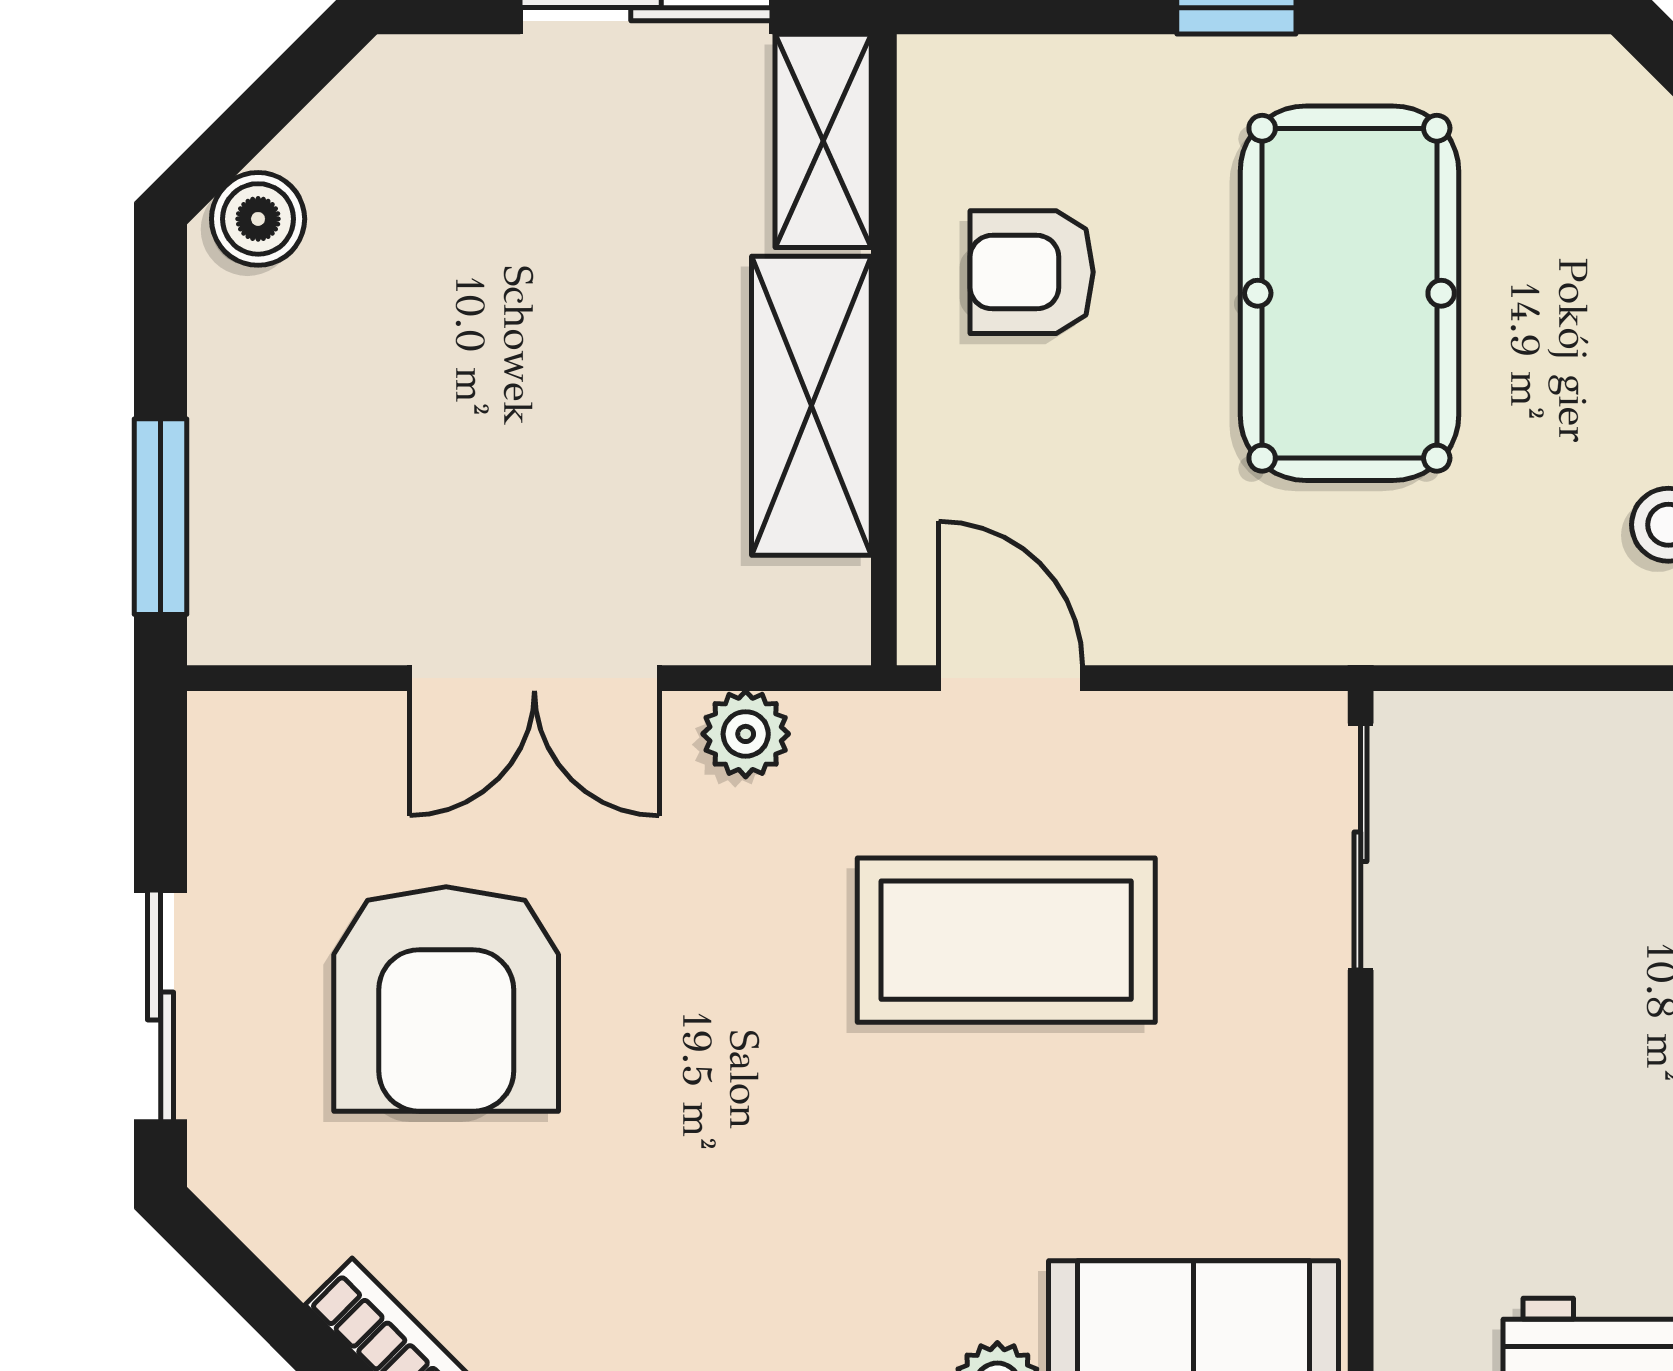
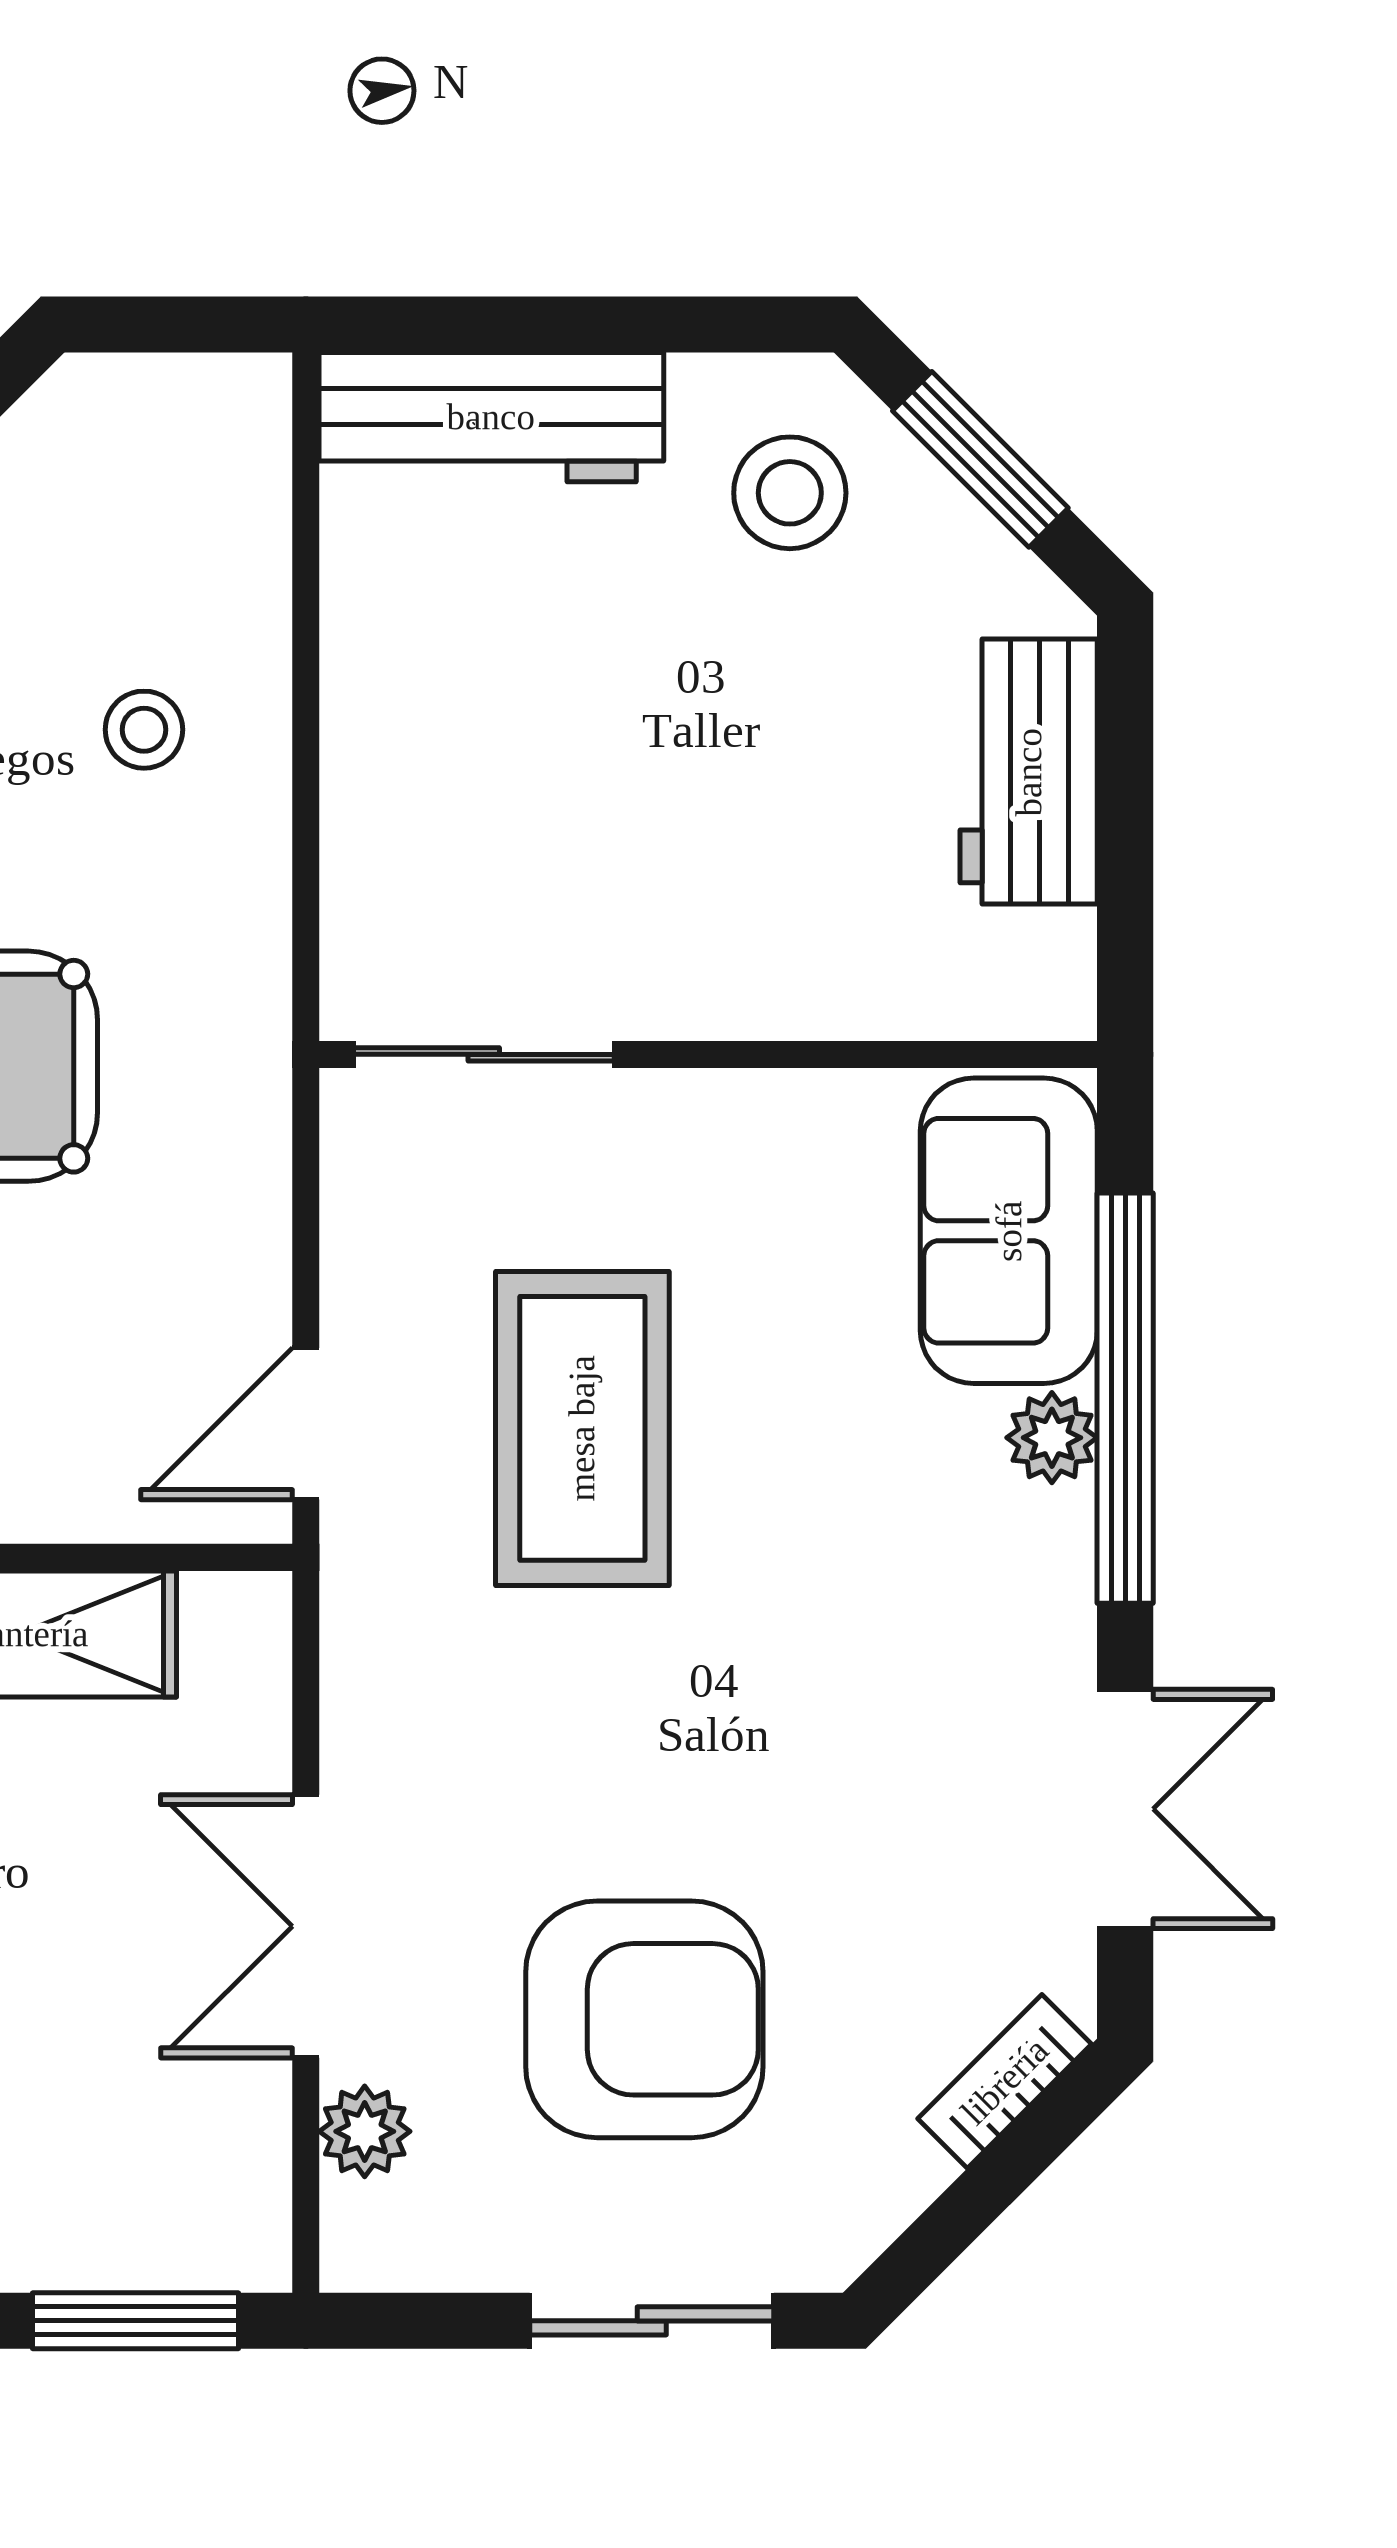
double door: (534, 678) -> (306, 1926), swing flipped
plant: (746, 734) -> (365, 2131), moved

